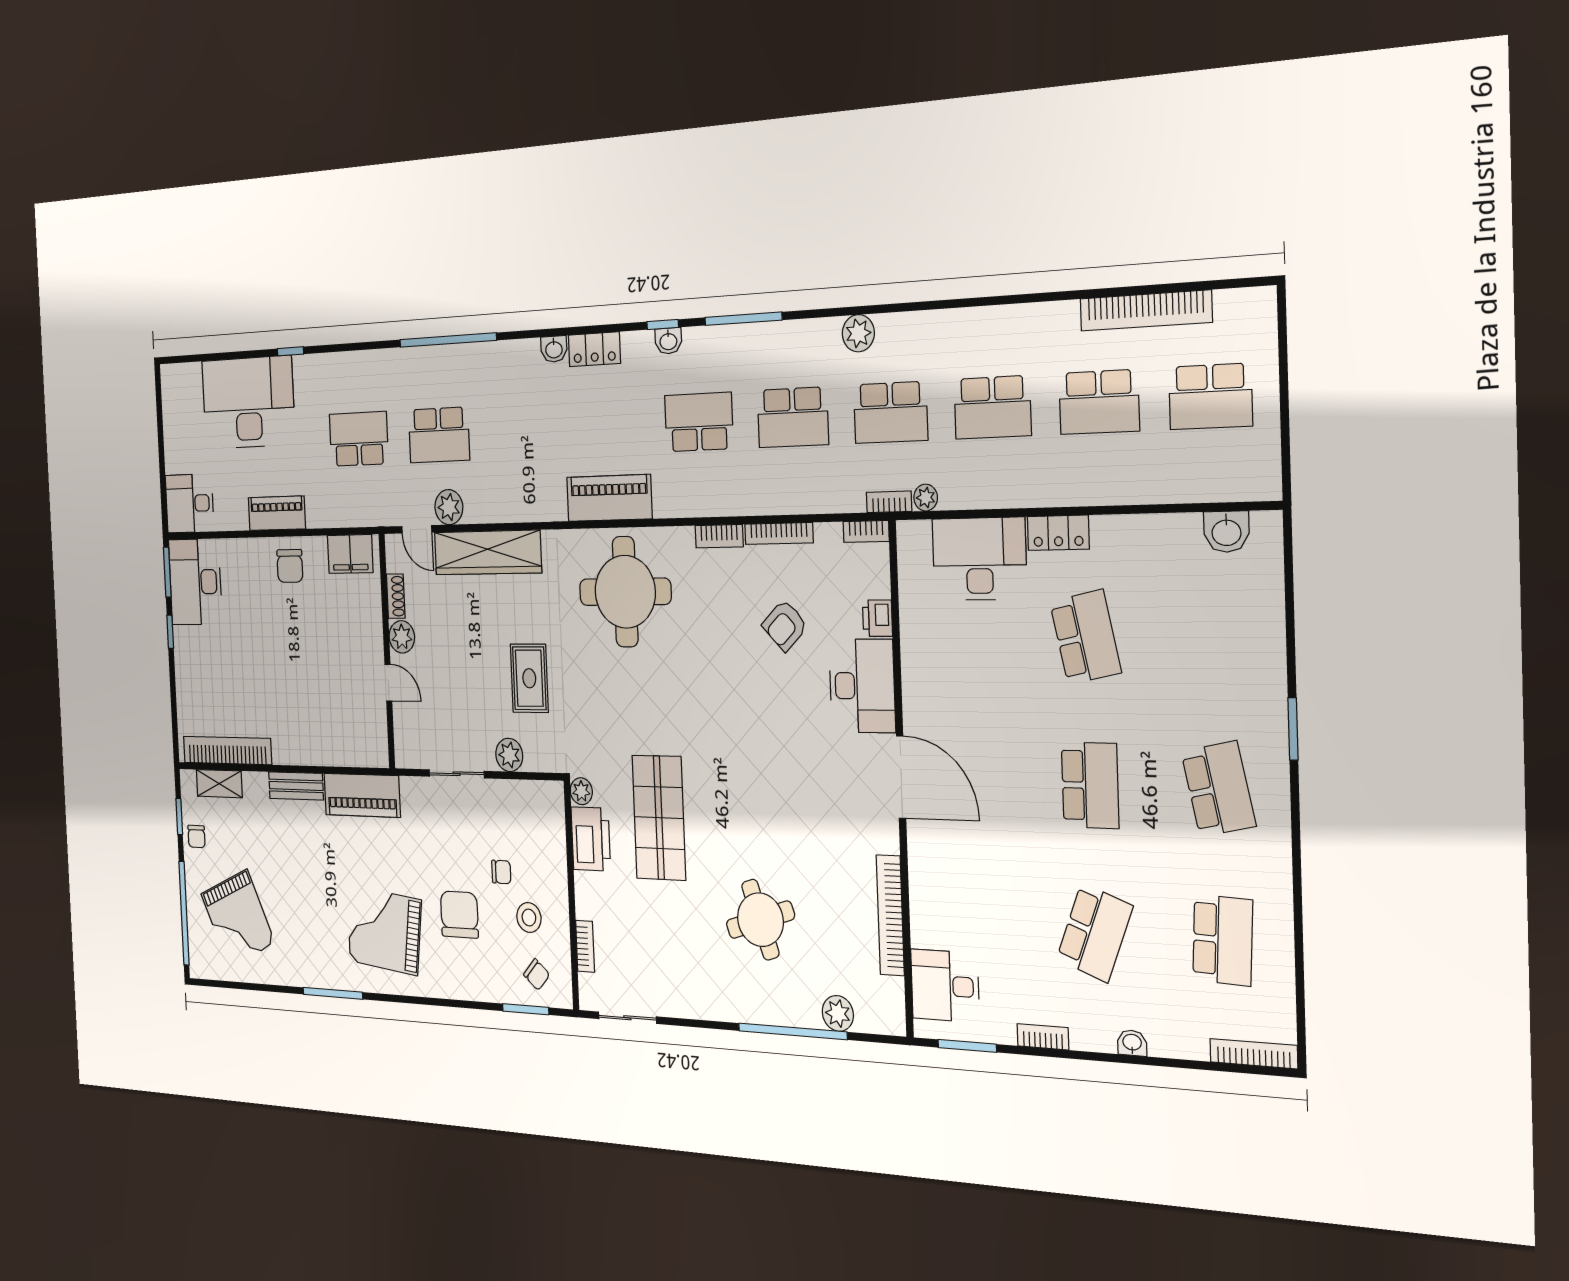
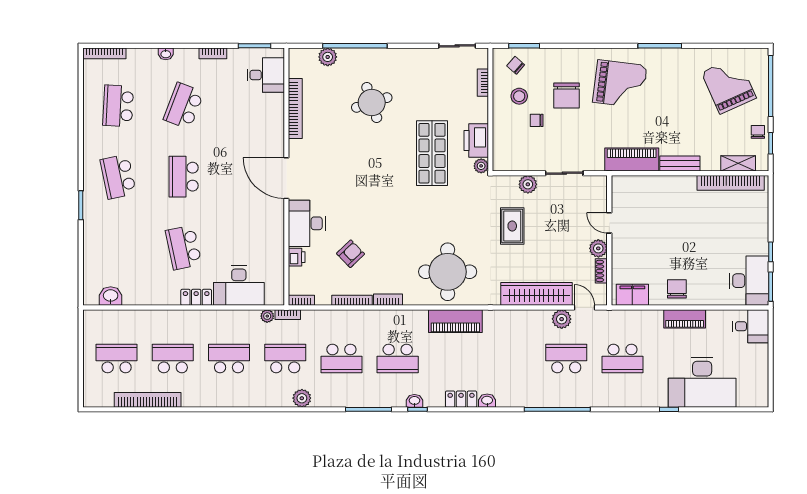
school desk: (793, 417) -> (341, 358), turned 180

